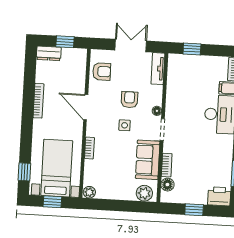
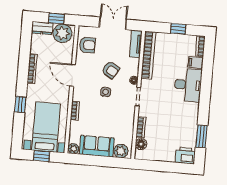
window: (192, 49) -> (178, 29), moved
plant: (72, 59) -> (62, 33), added
bookcase: (173, 81) -> (148, 55), added
armchair: (129, 100) -> (111, 70), turned 121
sofa: (148, 160) -> (97, 146), moved, turned 90
window: (24, 172) -> (20, 105), moved
window: (194, 210) -> (163, 166), removed

